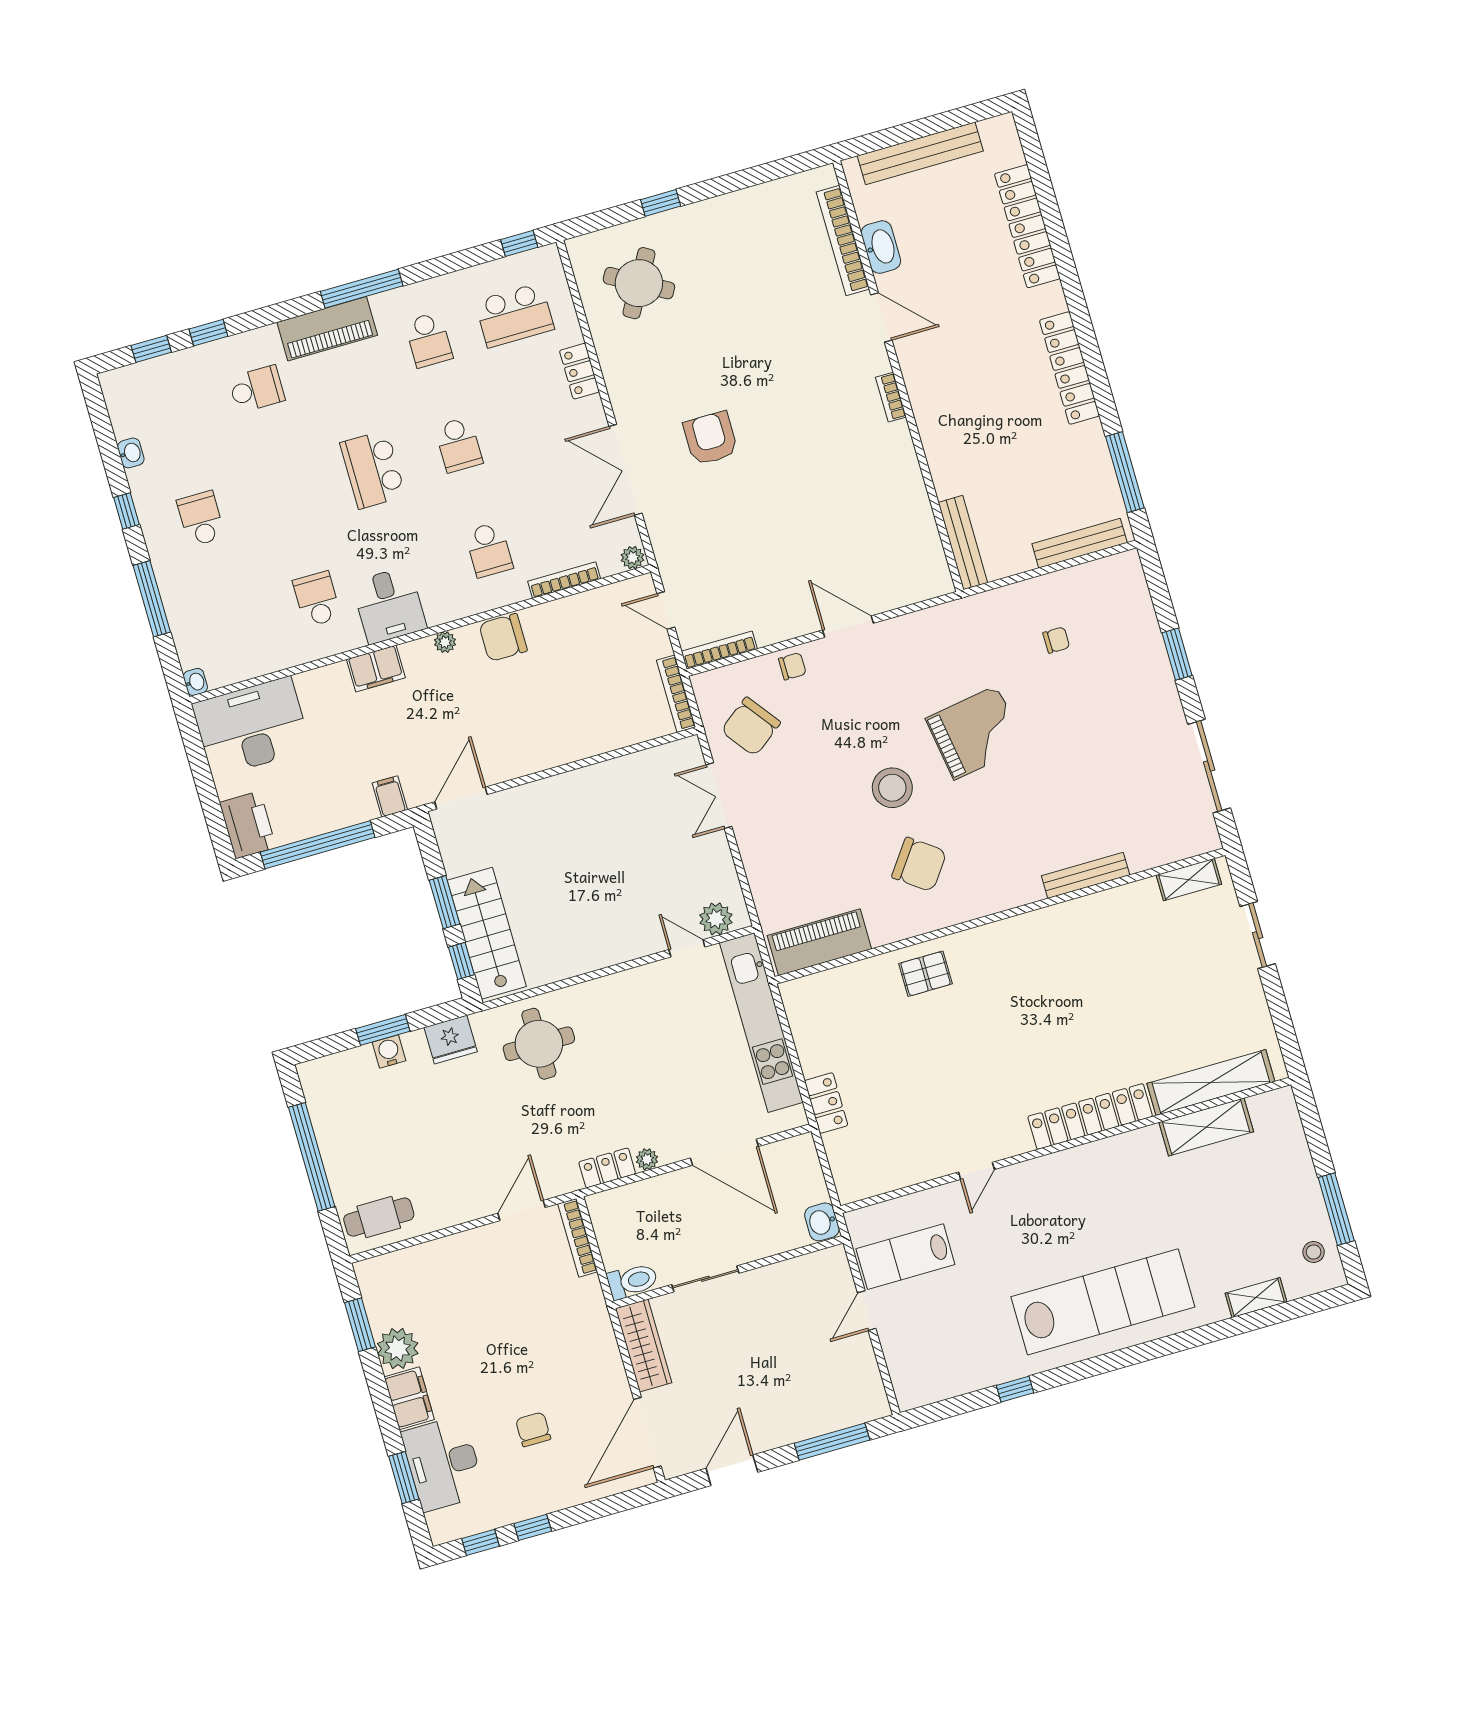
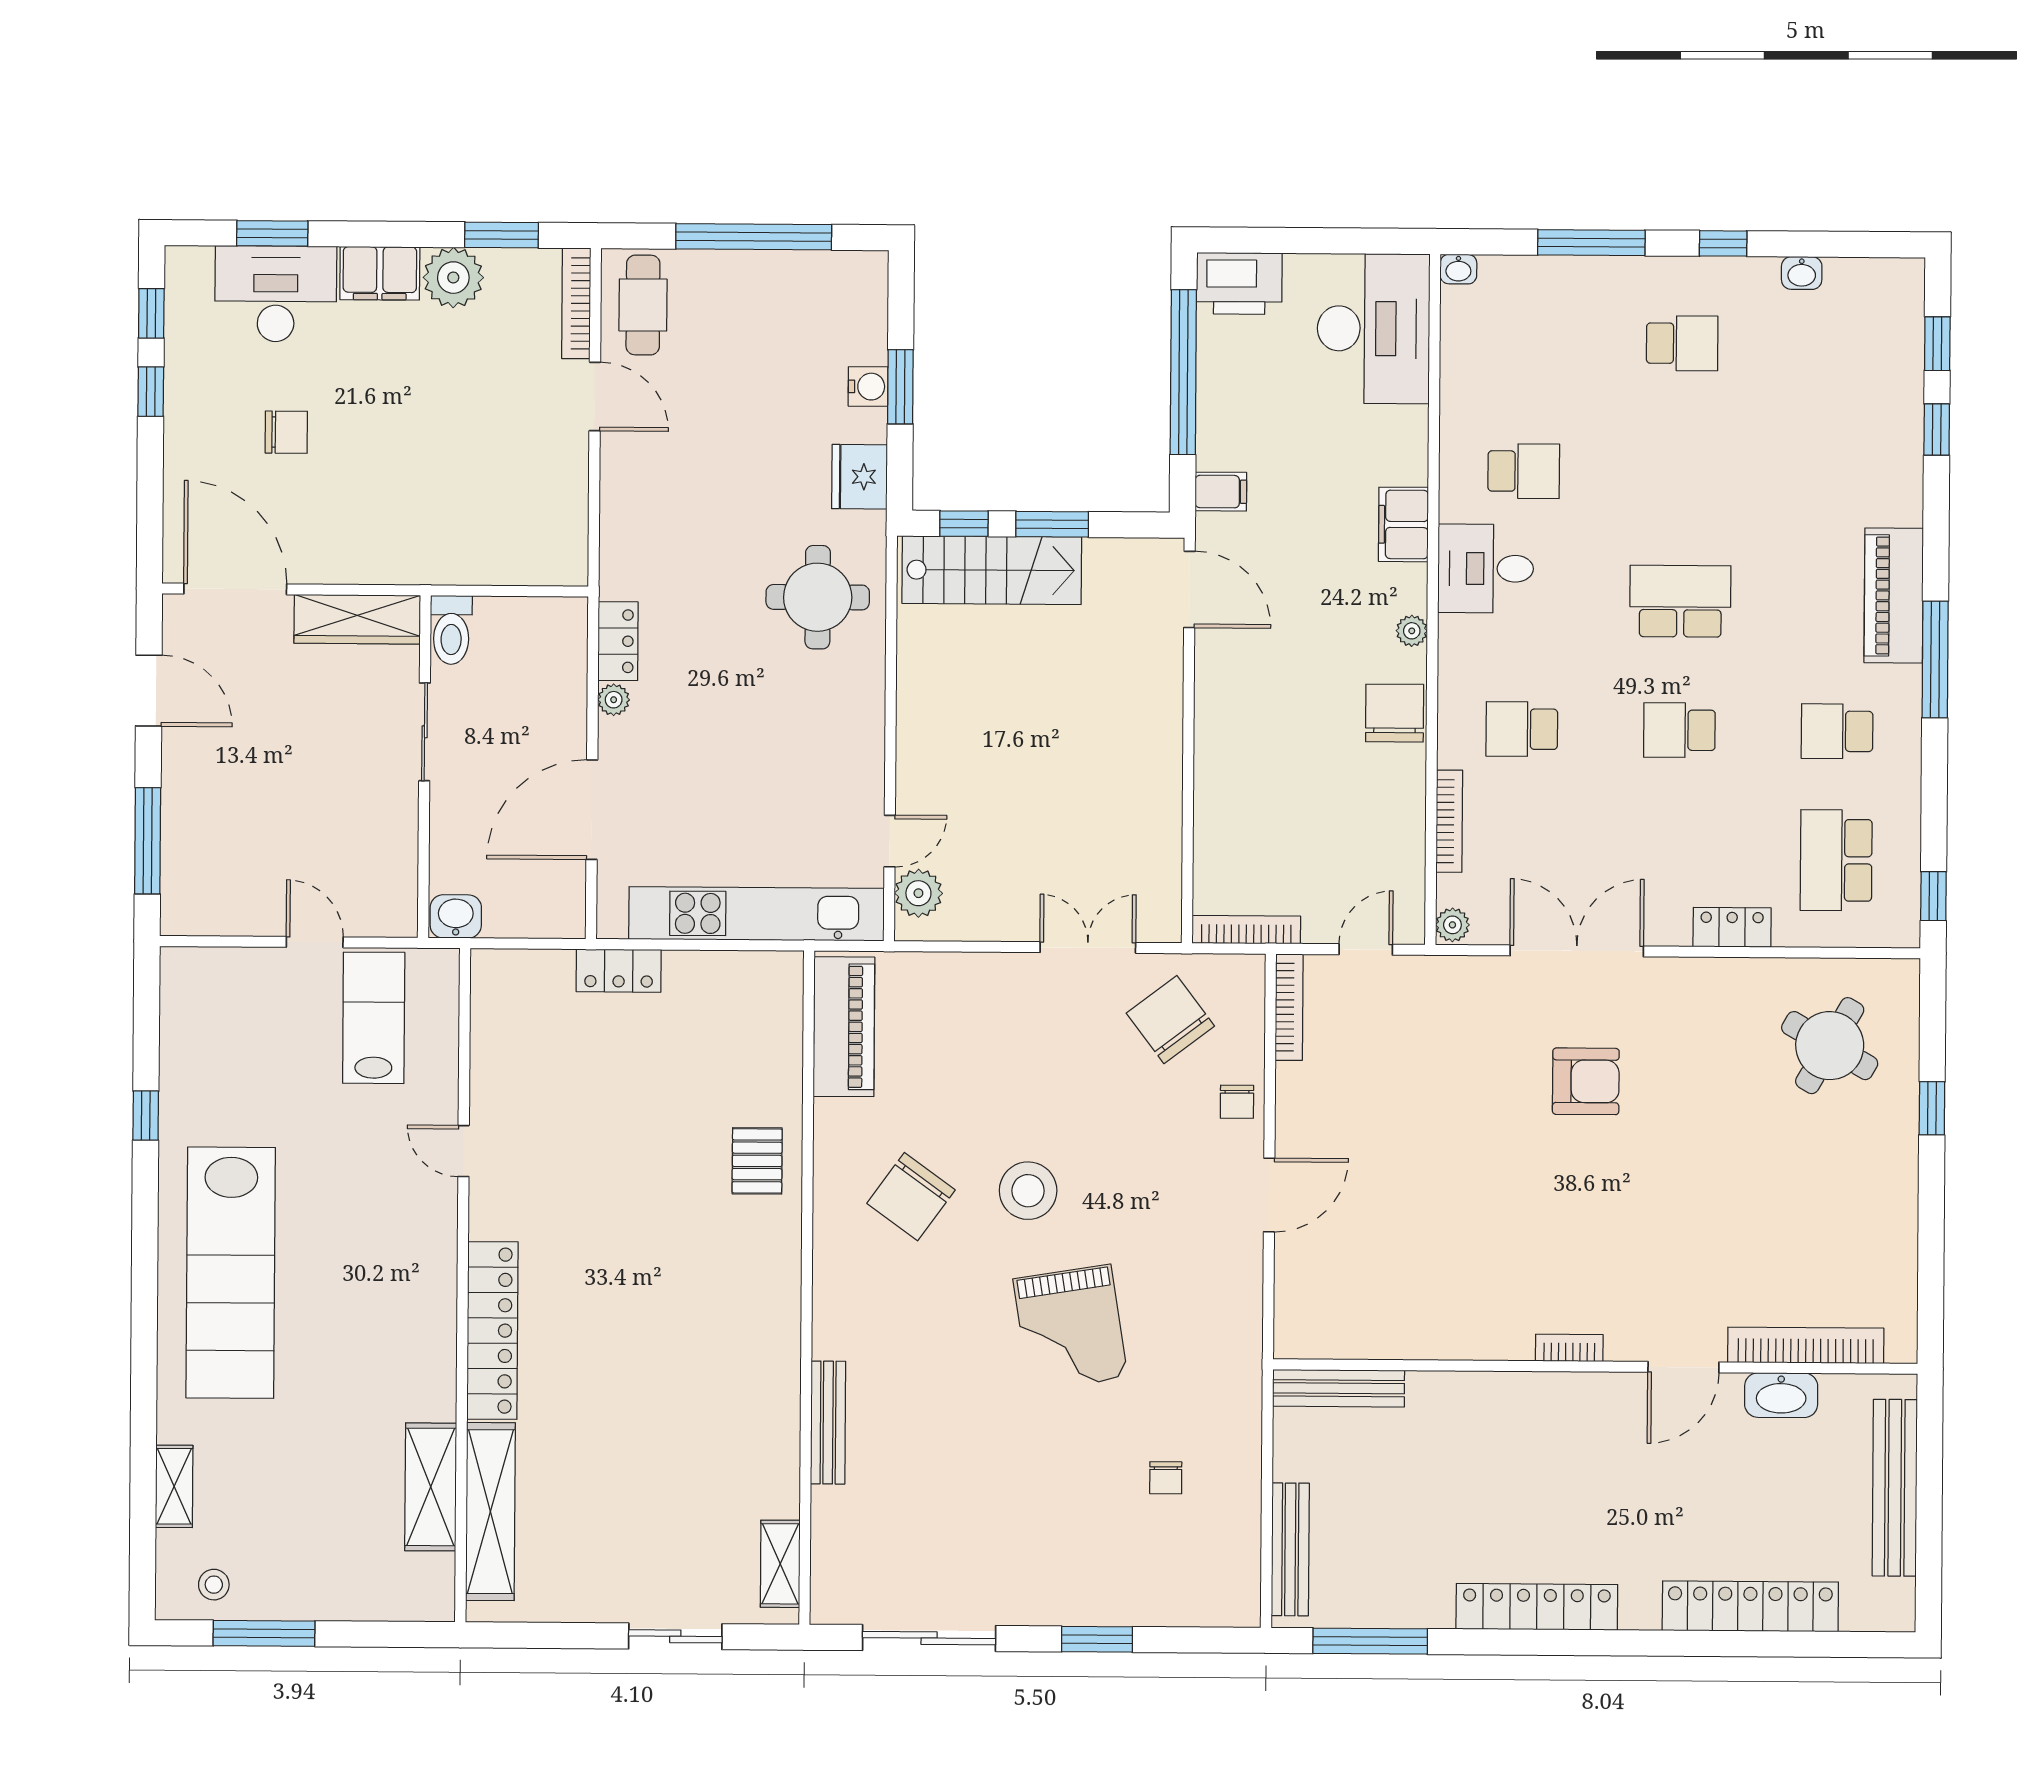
school desk: (257, 389) -> (1839, 473), removed
door: (522, 1210) -> (595, 397), moved
bookcase: (578, 1238) -> (576, 303), moved, turned -90

